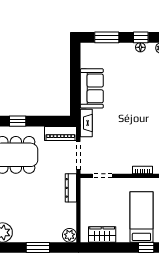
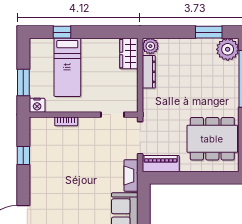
window: (18, 121) -> (210, 178), removed
dresser: (71, 188) -> (149, 72), moved
wardrobe: (102, 234) -> (129, 54), moved, turned 90
window: (38, 247) -> (209, 32), moved

